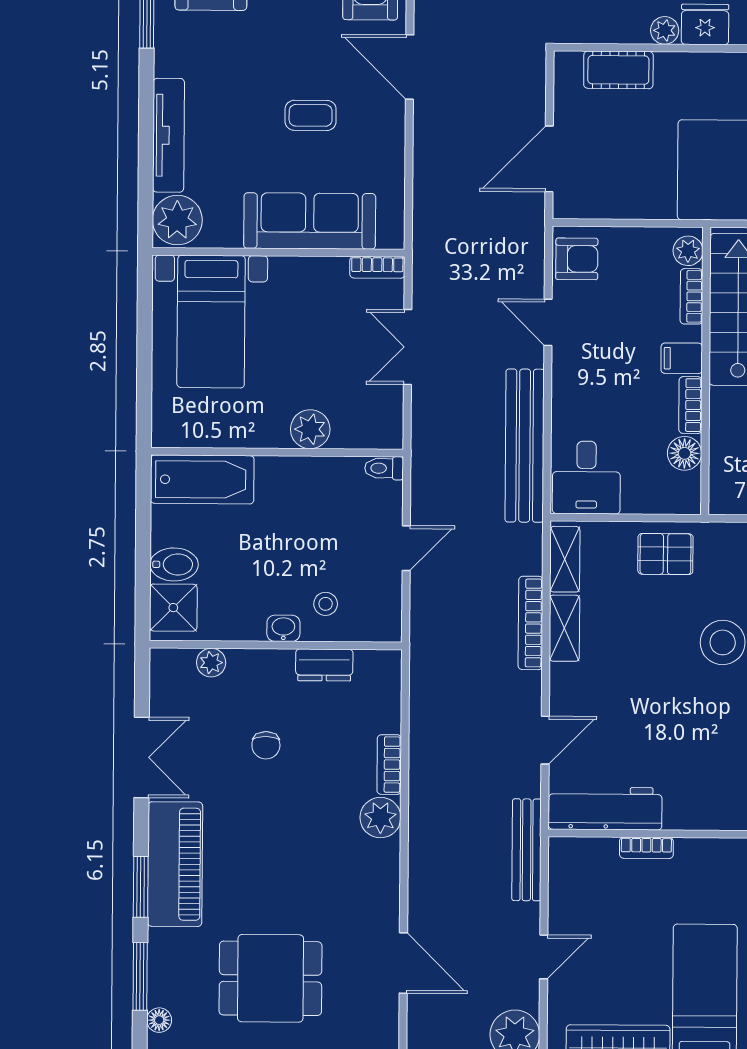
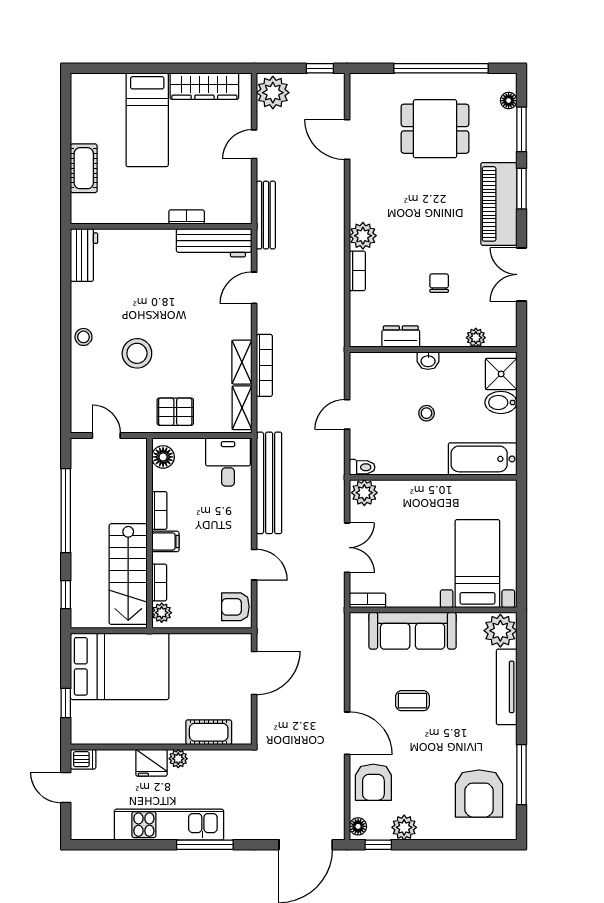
plant: (310, 429) -> (364, 493), moved
floor lamp: (685, 453) -> (163, 457), moved
stool: (326, 604) -> (427, 413), moved

